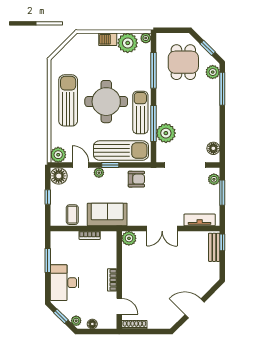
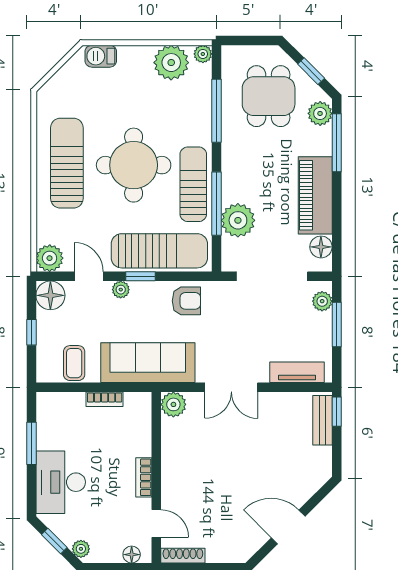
barbecue: (108, 39) -> (101, 56), moved
piano: (210, 119) -> (315, 195), added
sofa: (107, 214) -> (148, 363), width x1.36
floor lamp: (92, 324) -> (132, 555), moved

